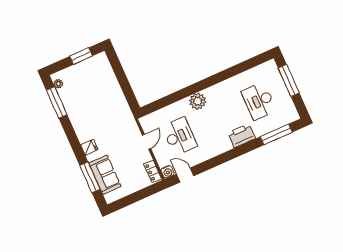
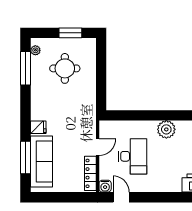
round table: (90, 88) -> (65, 68), added
locker: (153, 171) -> (90, 173), width x1.53
sofa: (105, 175) -> (41, 161), width x1.36

